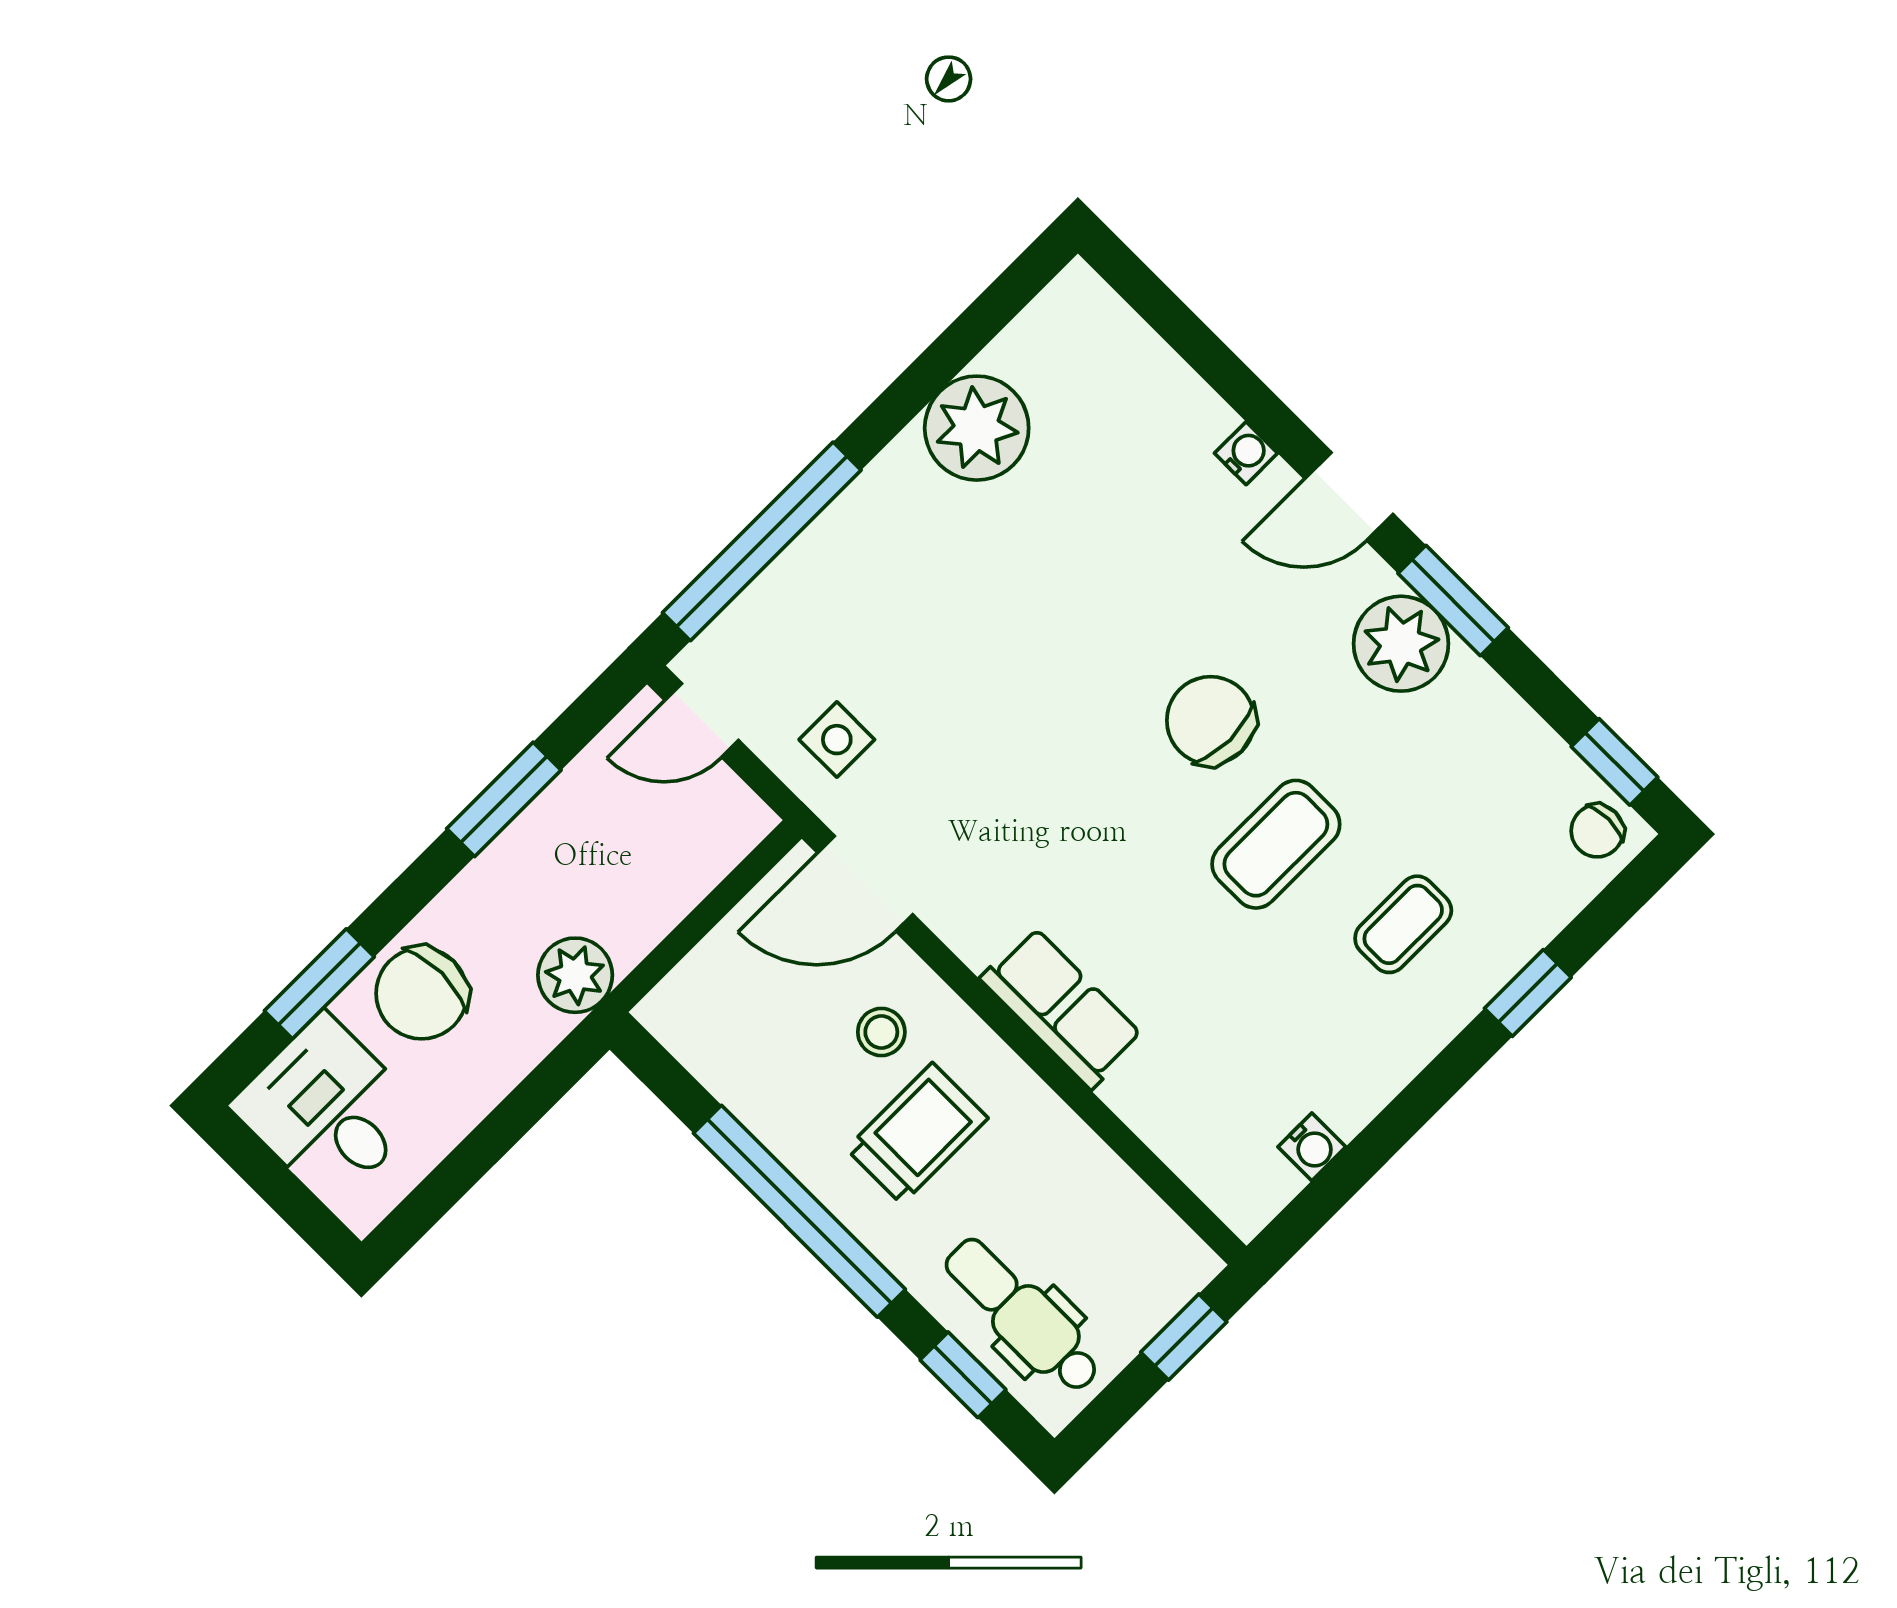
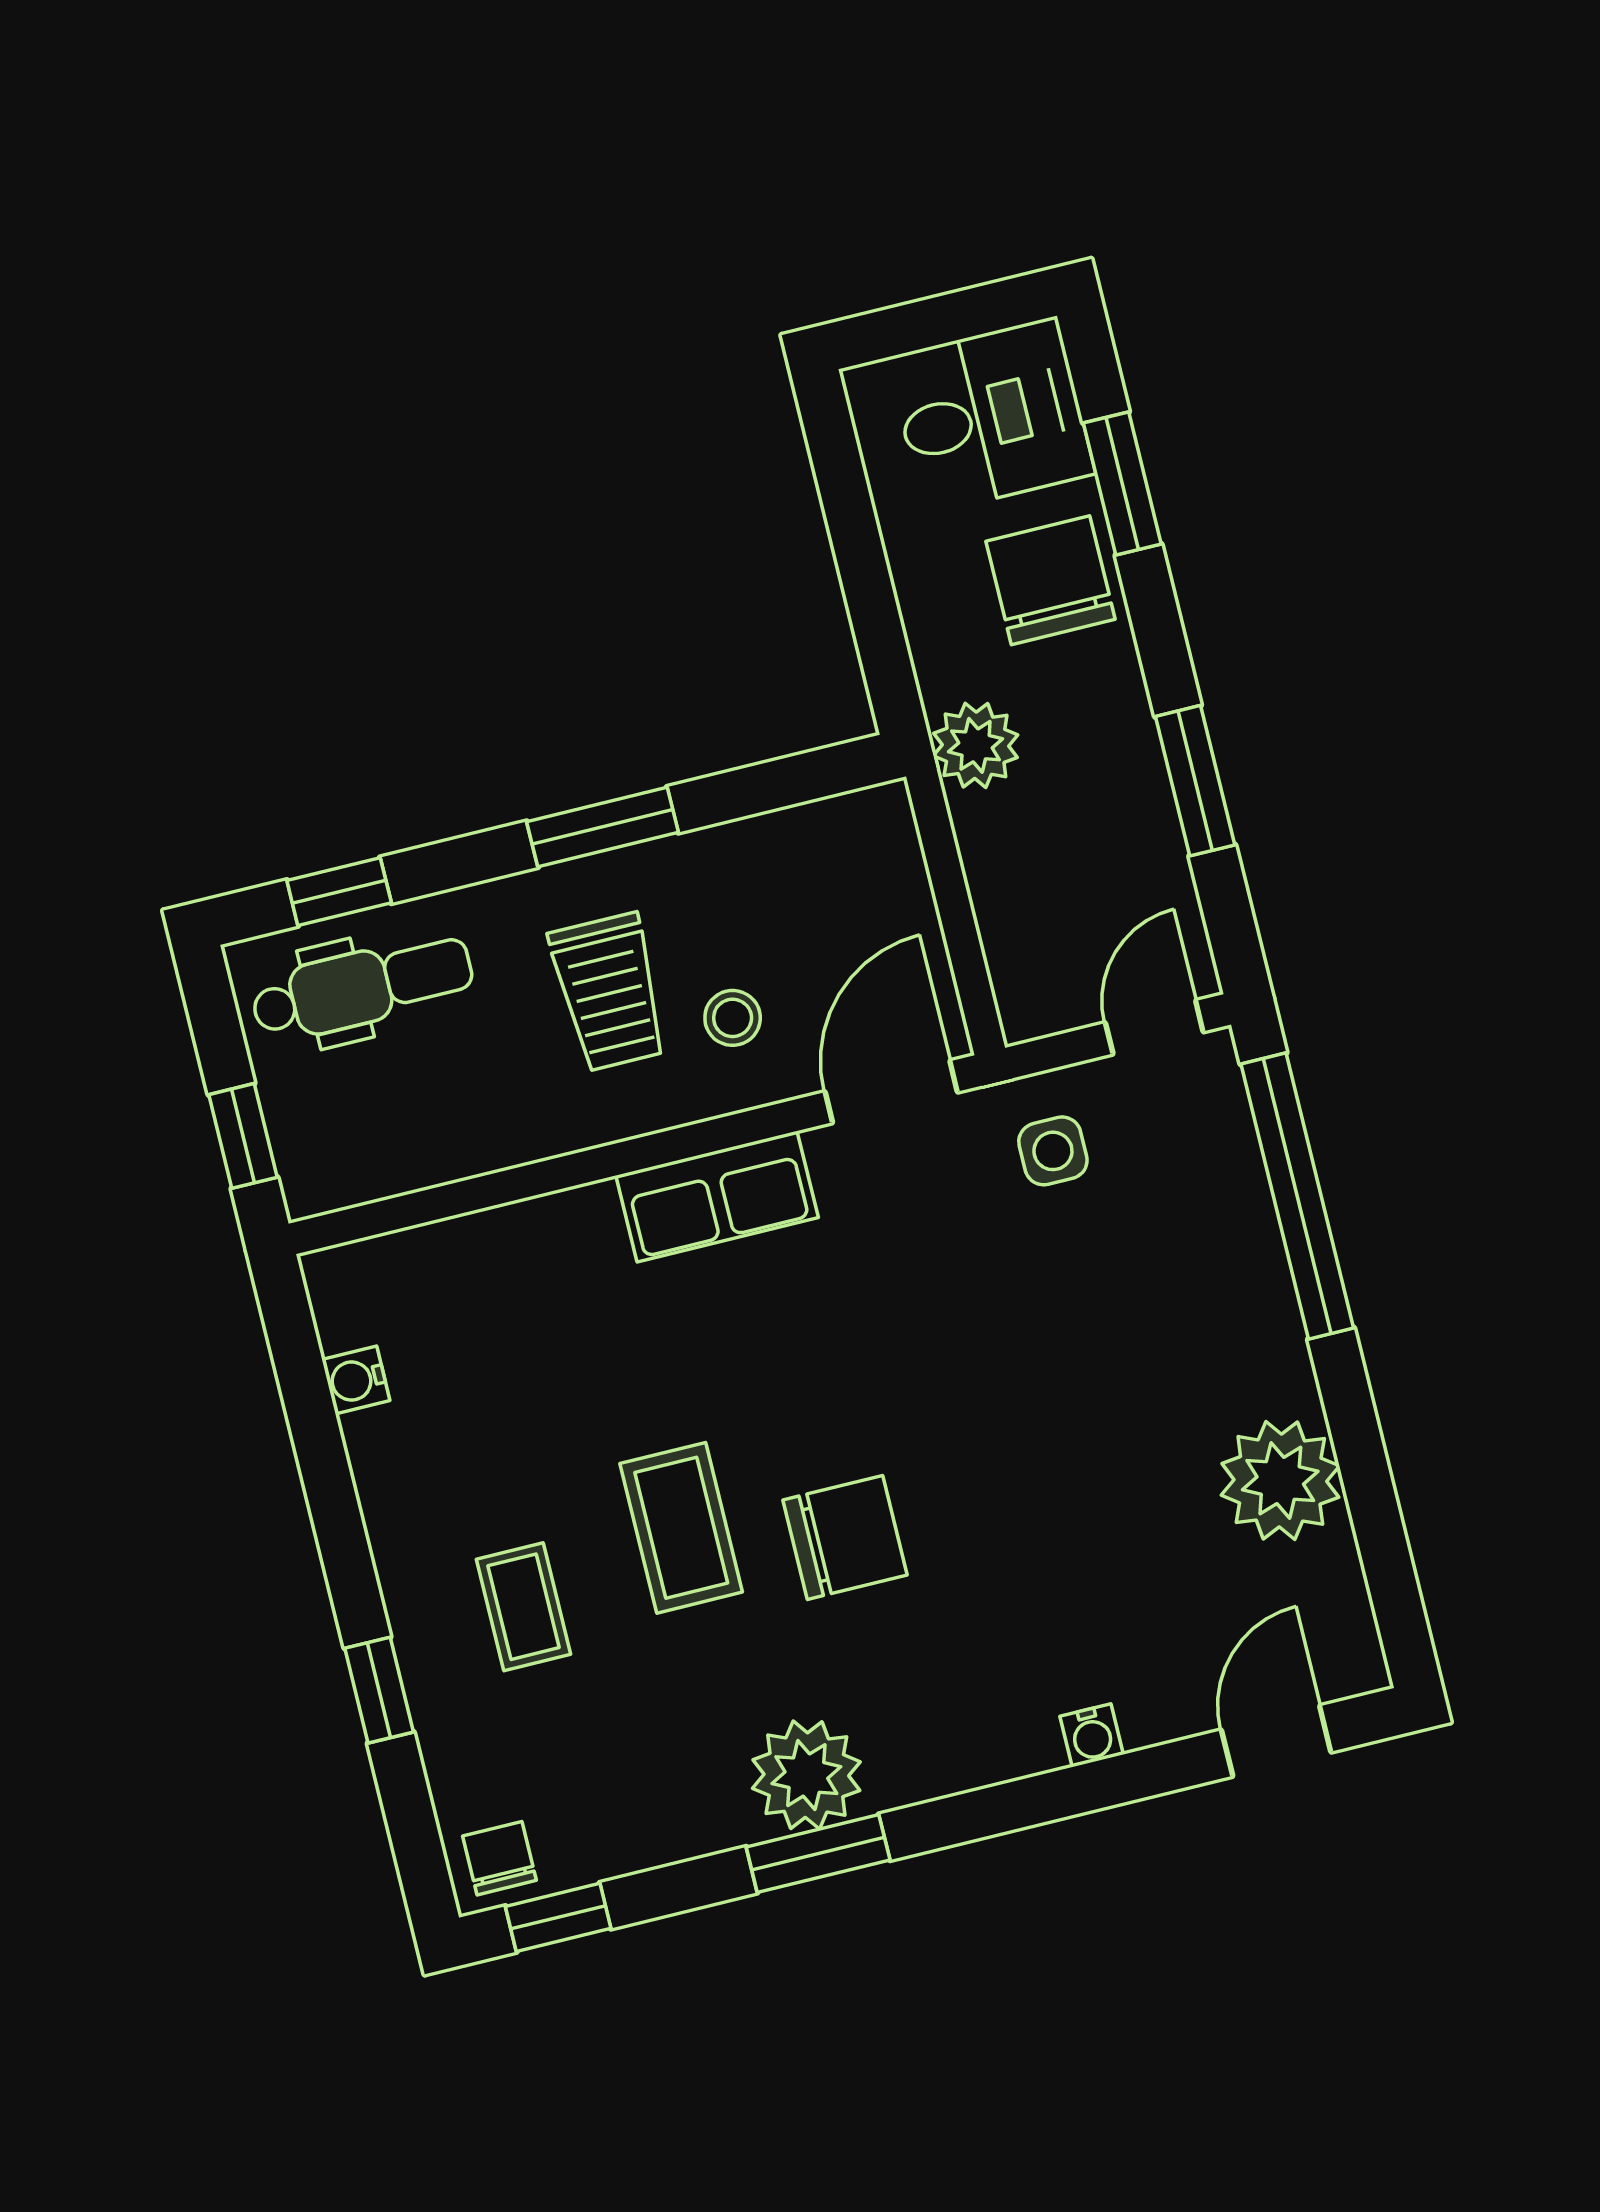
door: (1349, 496) -> (1276, 1741), moved
row of seats: (1062, 1008) -> (717, 1197), moved
window: (799, 1211) -> (603, 827), width x0.47

